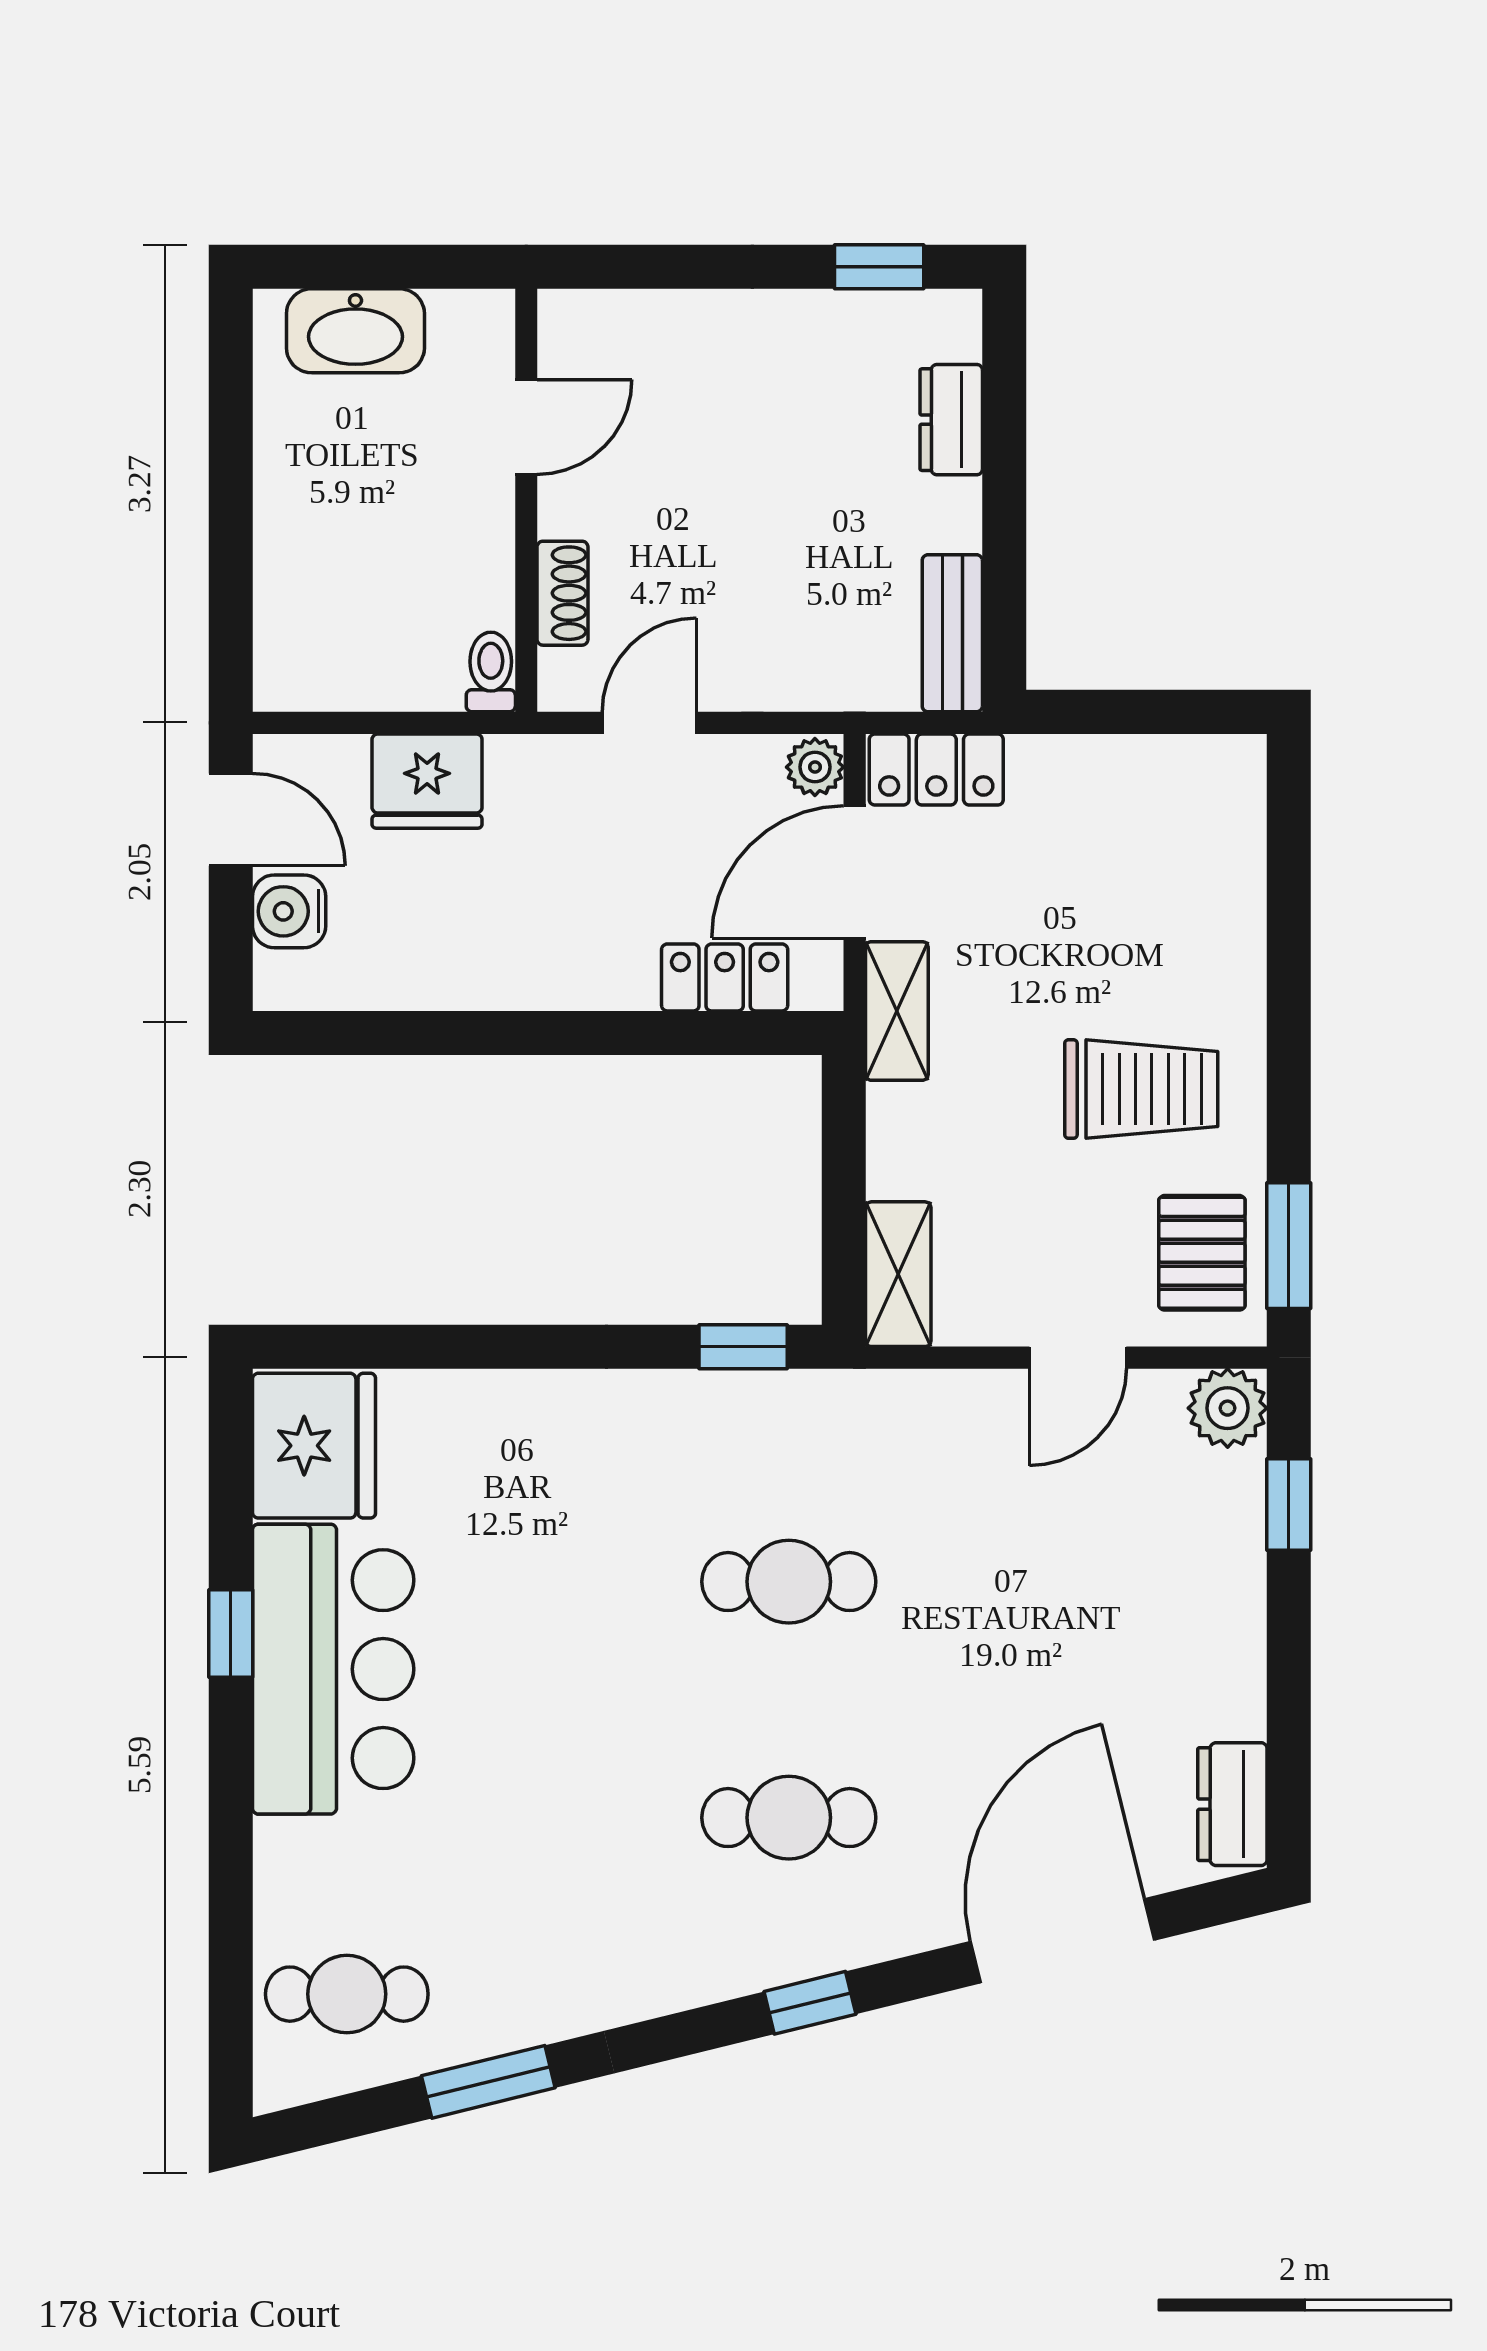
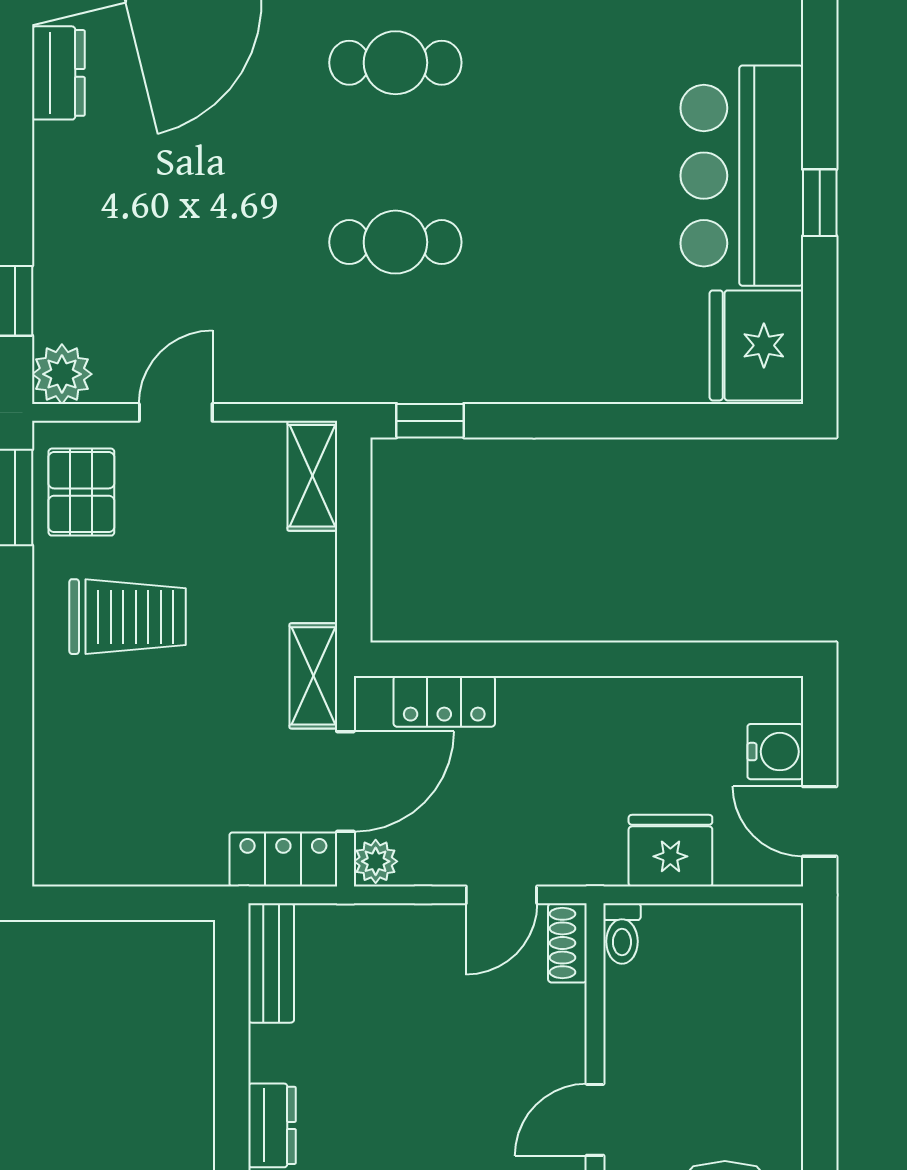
shoe rack: (562, 593) -> (567, 943), moved
trolley: (1141, 1089) -> (128, 617), turned 180

